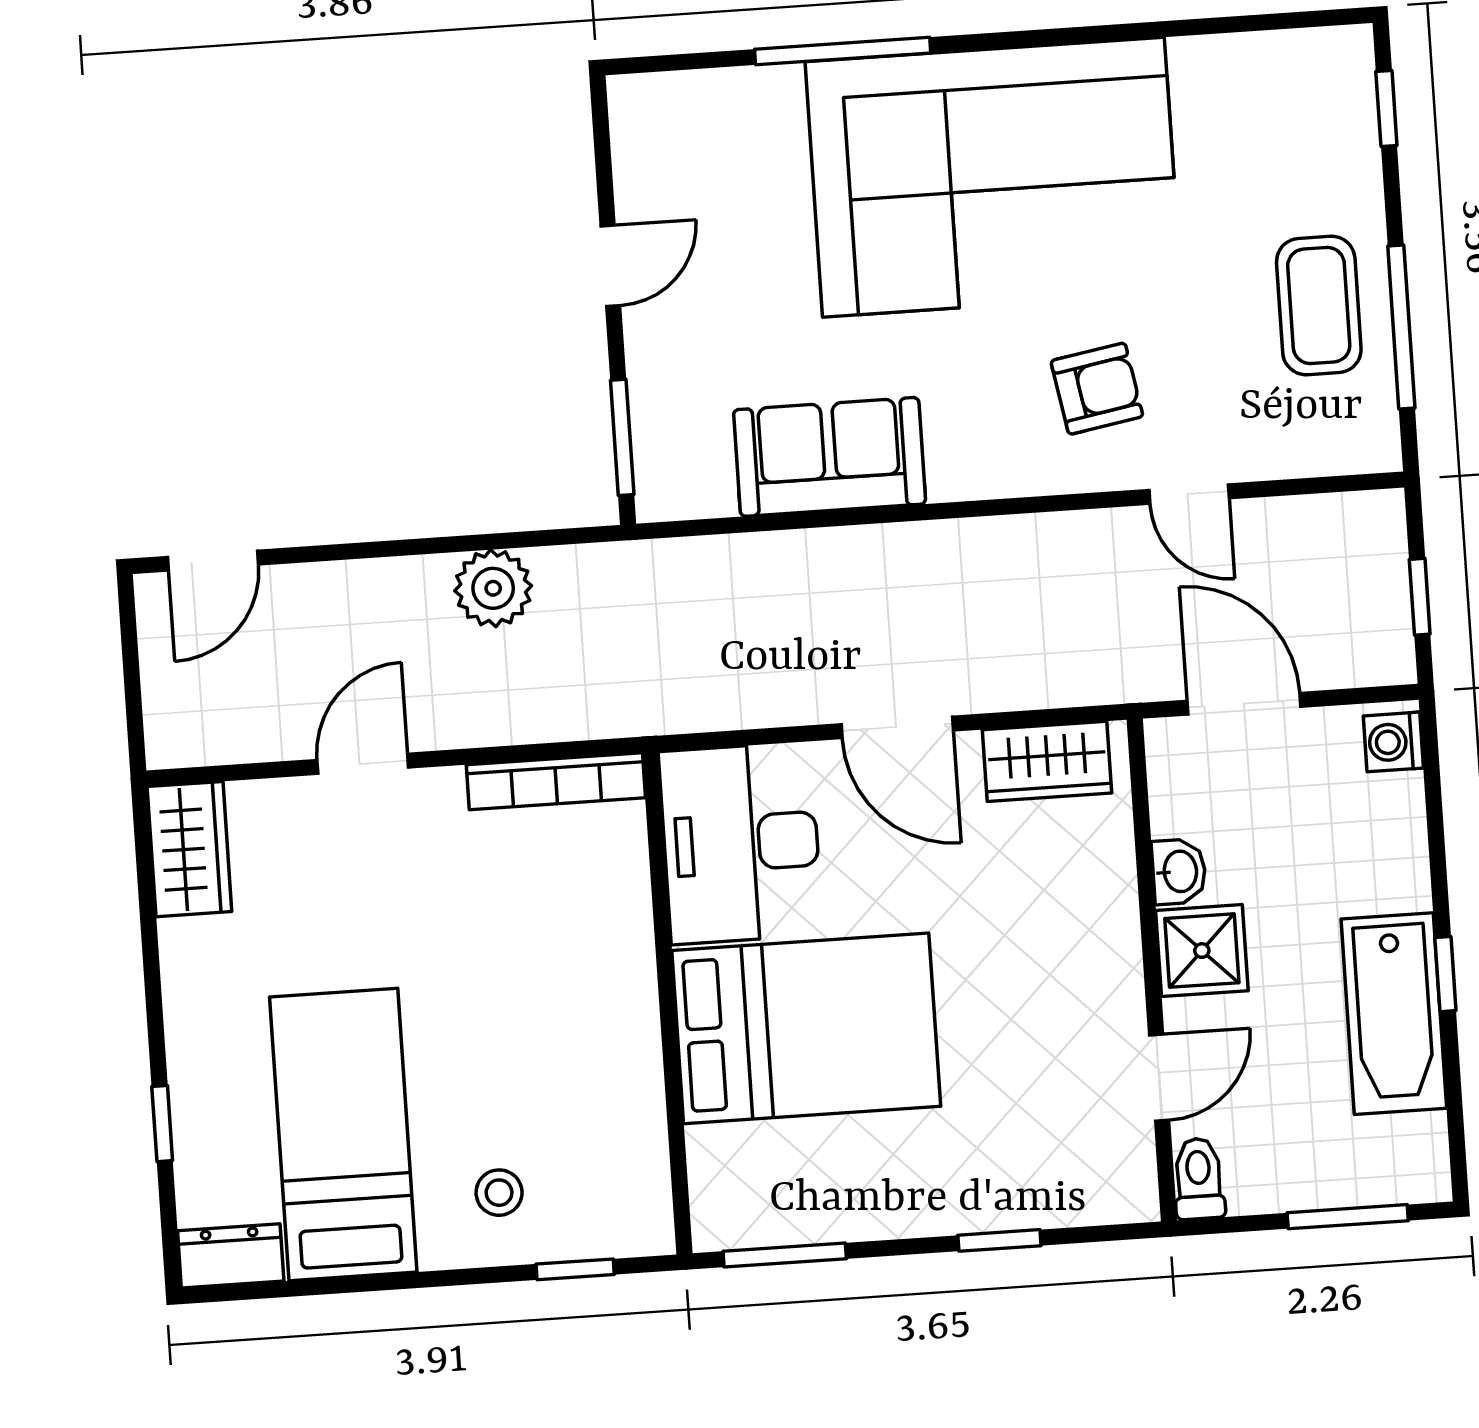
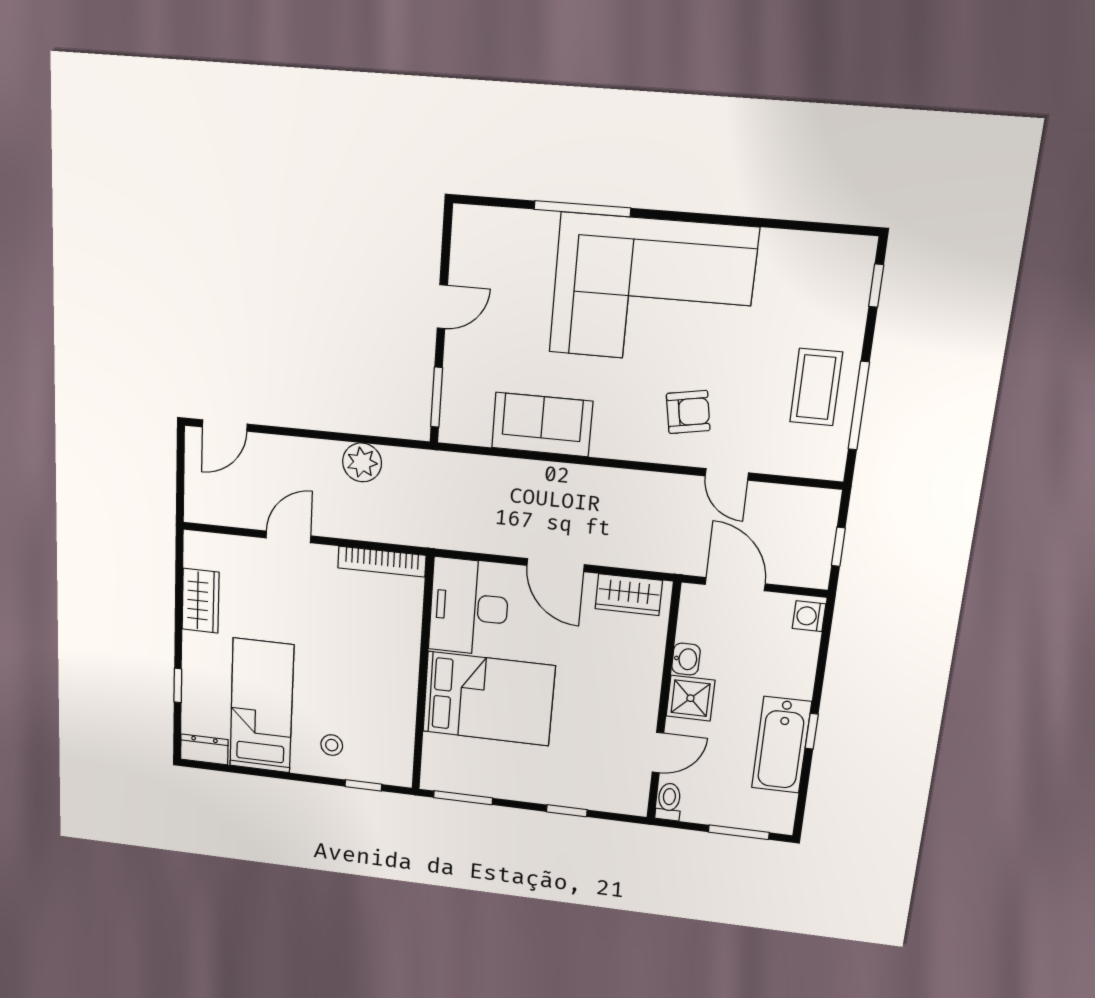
wardrobe: (189, 849) -> (201, 601), moved

